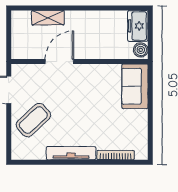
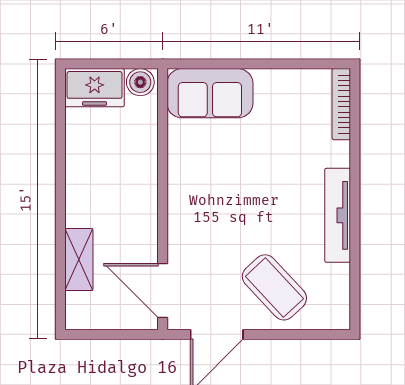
door: (59, 62) -> (163, 291), moved
bookcase: (116, 155) -> (341, 104), moved

